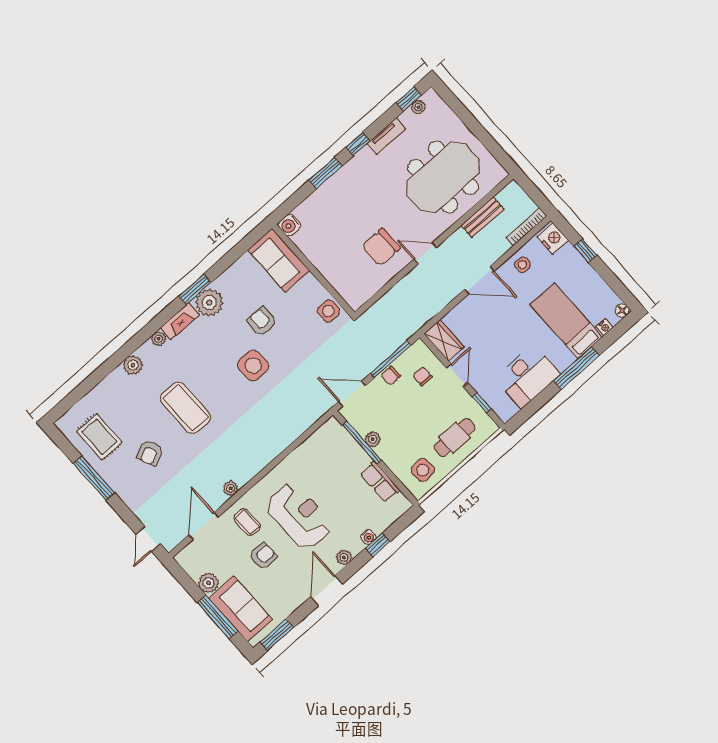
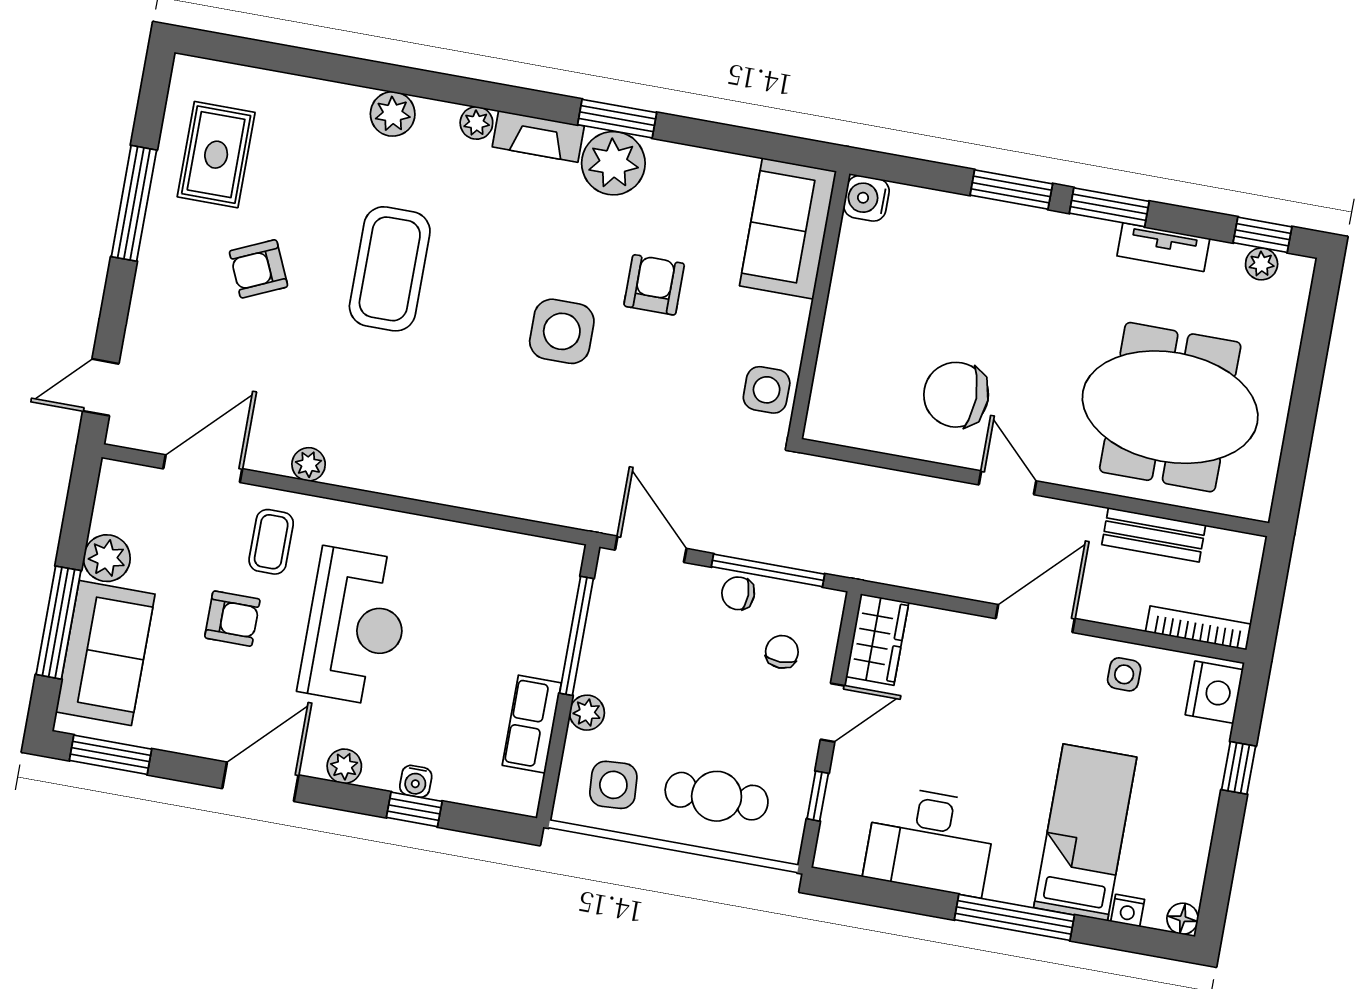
window: (358, 144) -> (1109, 207), width x1.50
door: (479, 280) -> (1035, 618), swing flipped
plant: (373, 439) -> (587, 713), moved

